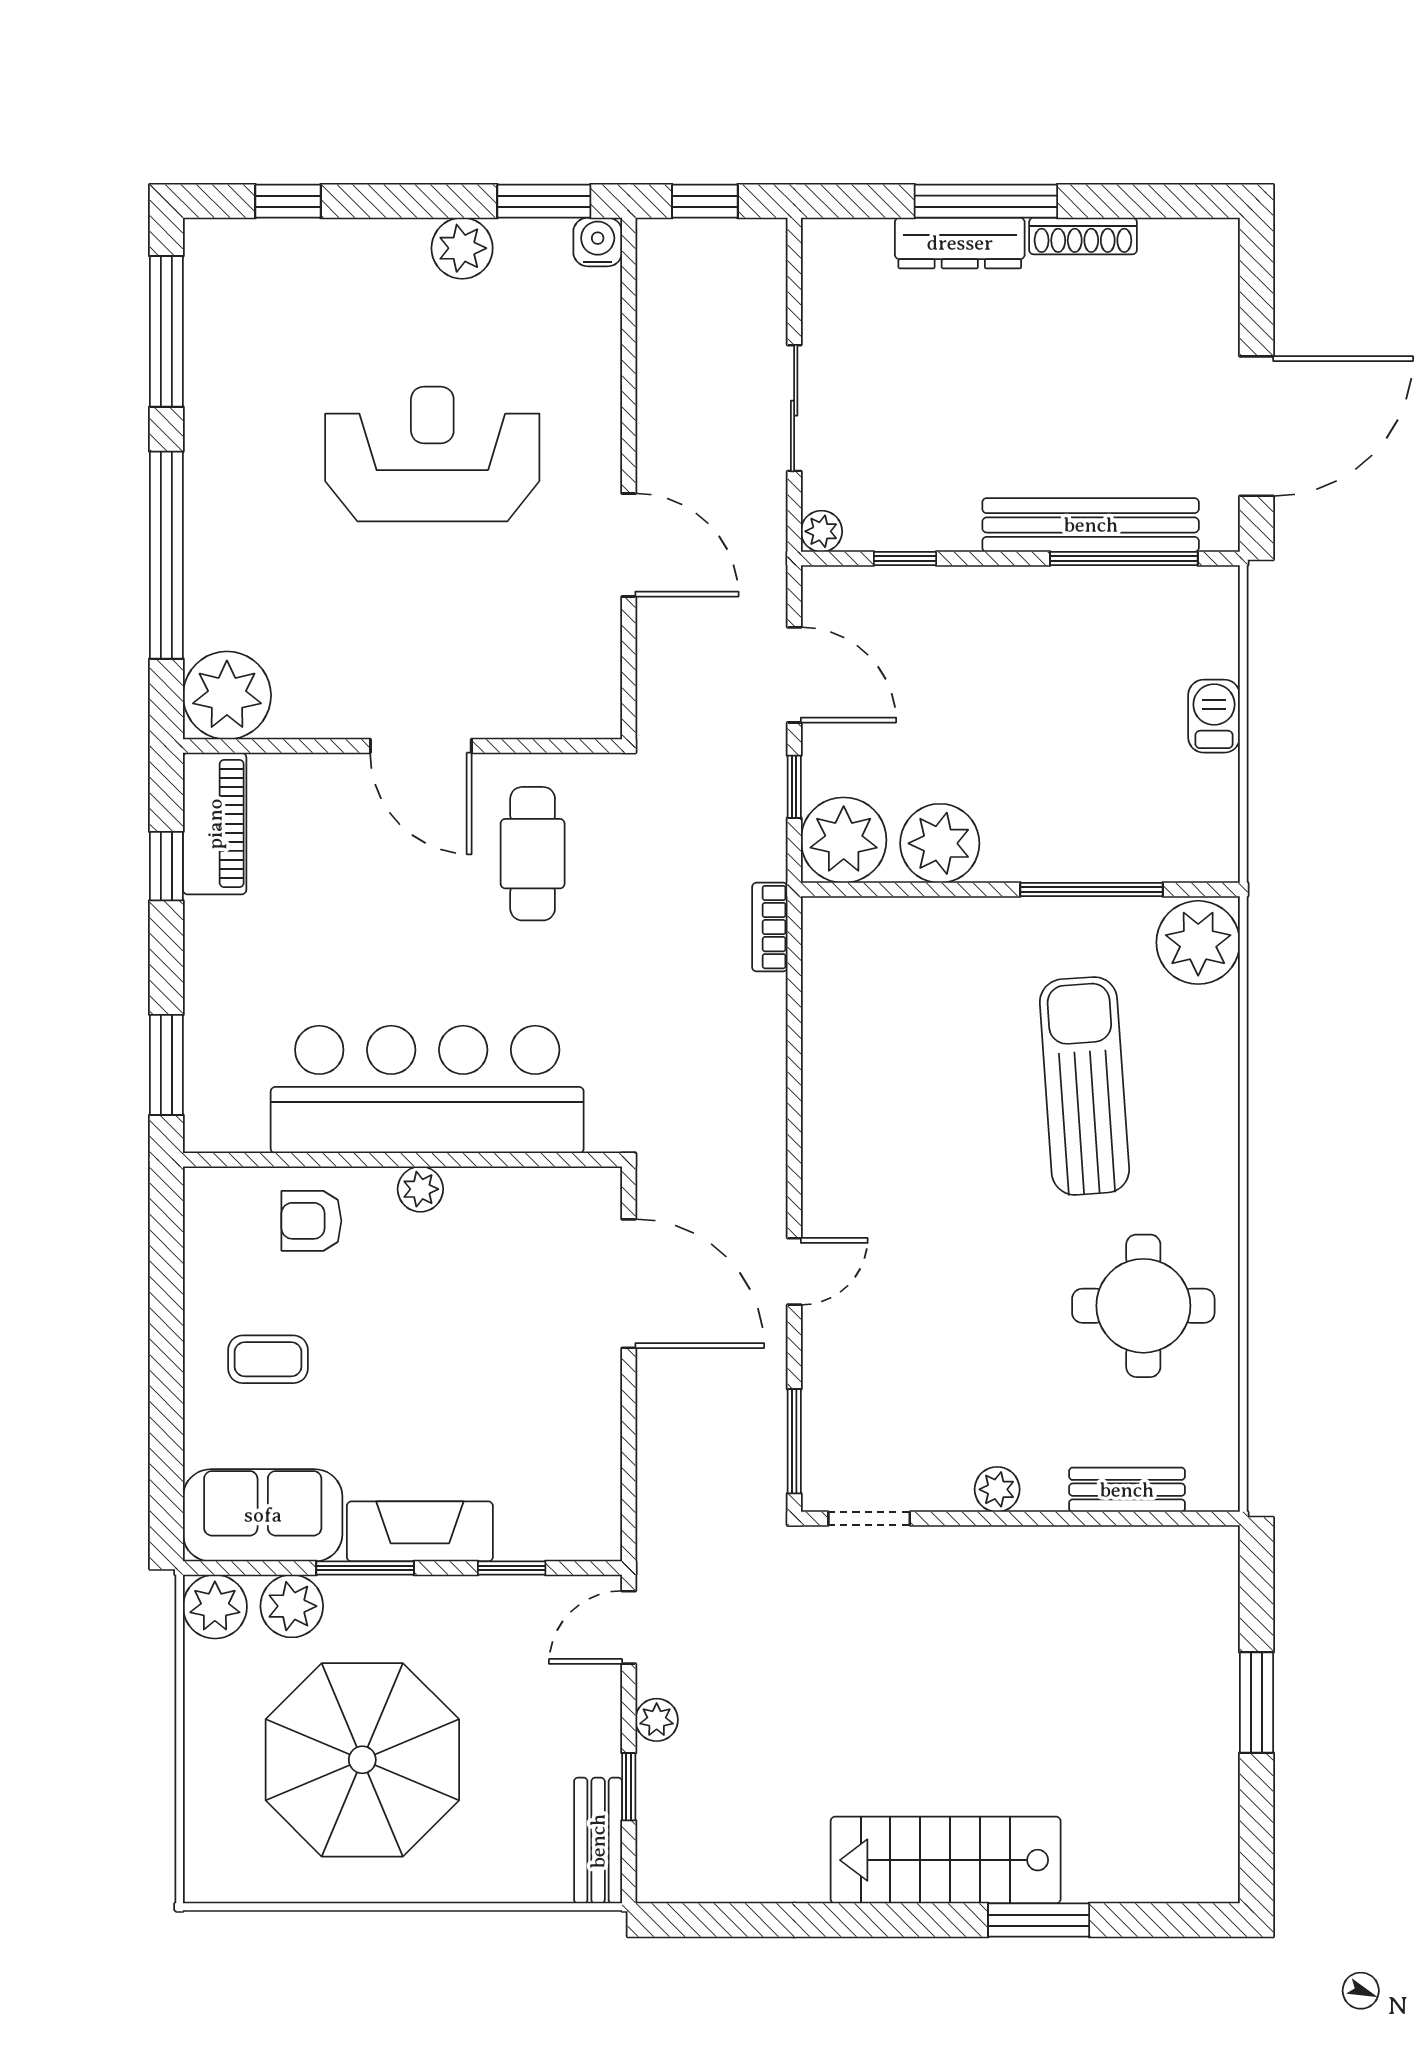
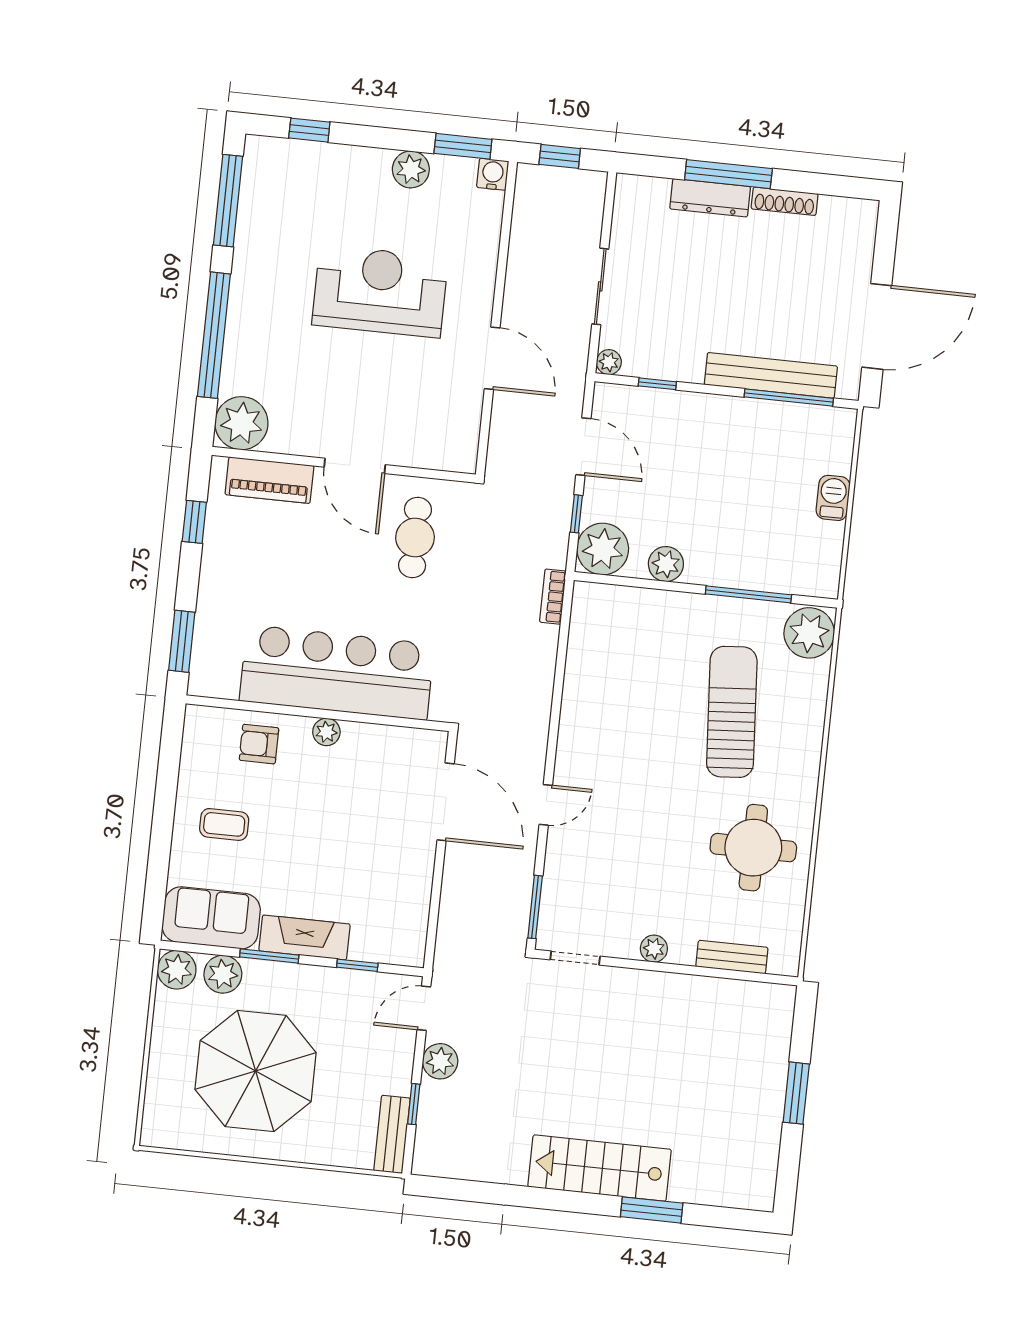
piano: (215, 824) -> (269, 480), moved, turned 90
plant: (940, 843) -> (666, 564), width x0.73, depth x0.73
plant: (657, 1720) -> (440, 1061), width x1.38, depth x1.38

